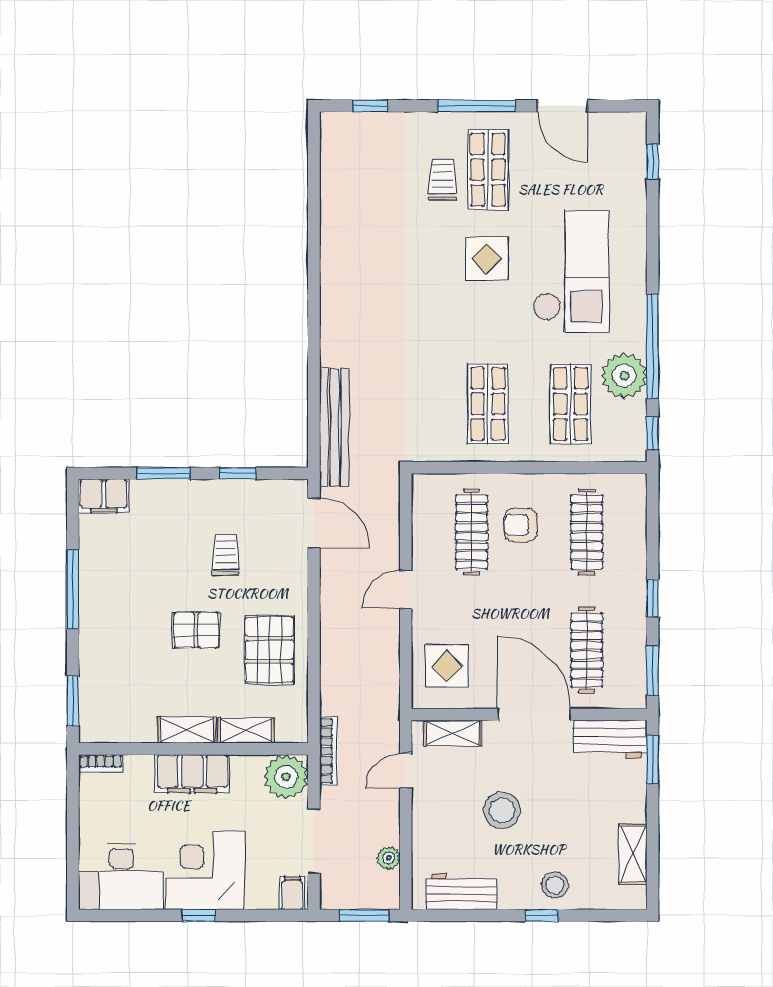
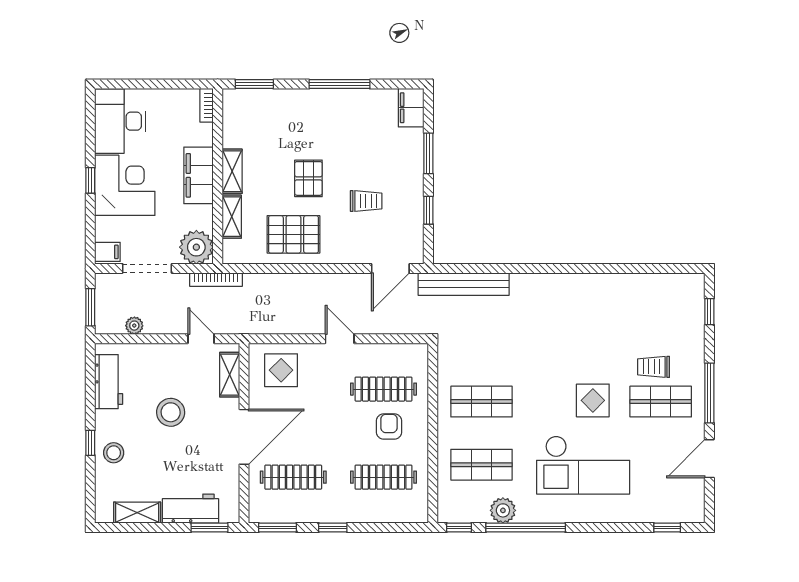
trolley: (443, 179) -> (654, 367), turned 180
plant: (624, 376) -> (503, 510), width x0.73, depth x0.73
workbench: (610, 739) -> (190, 509), moved, turned 90

